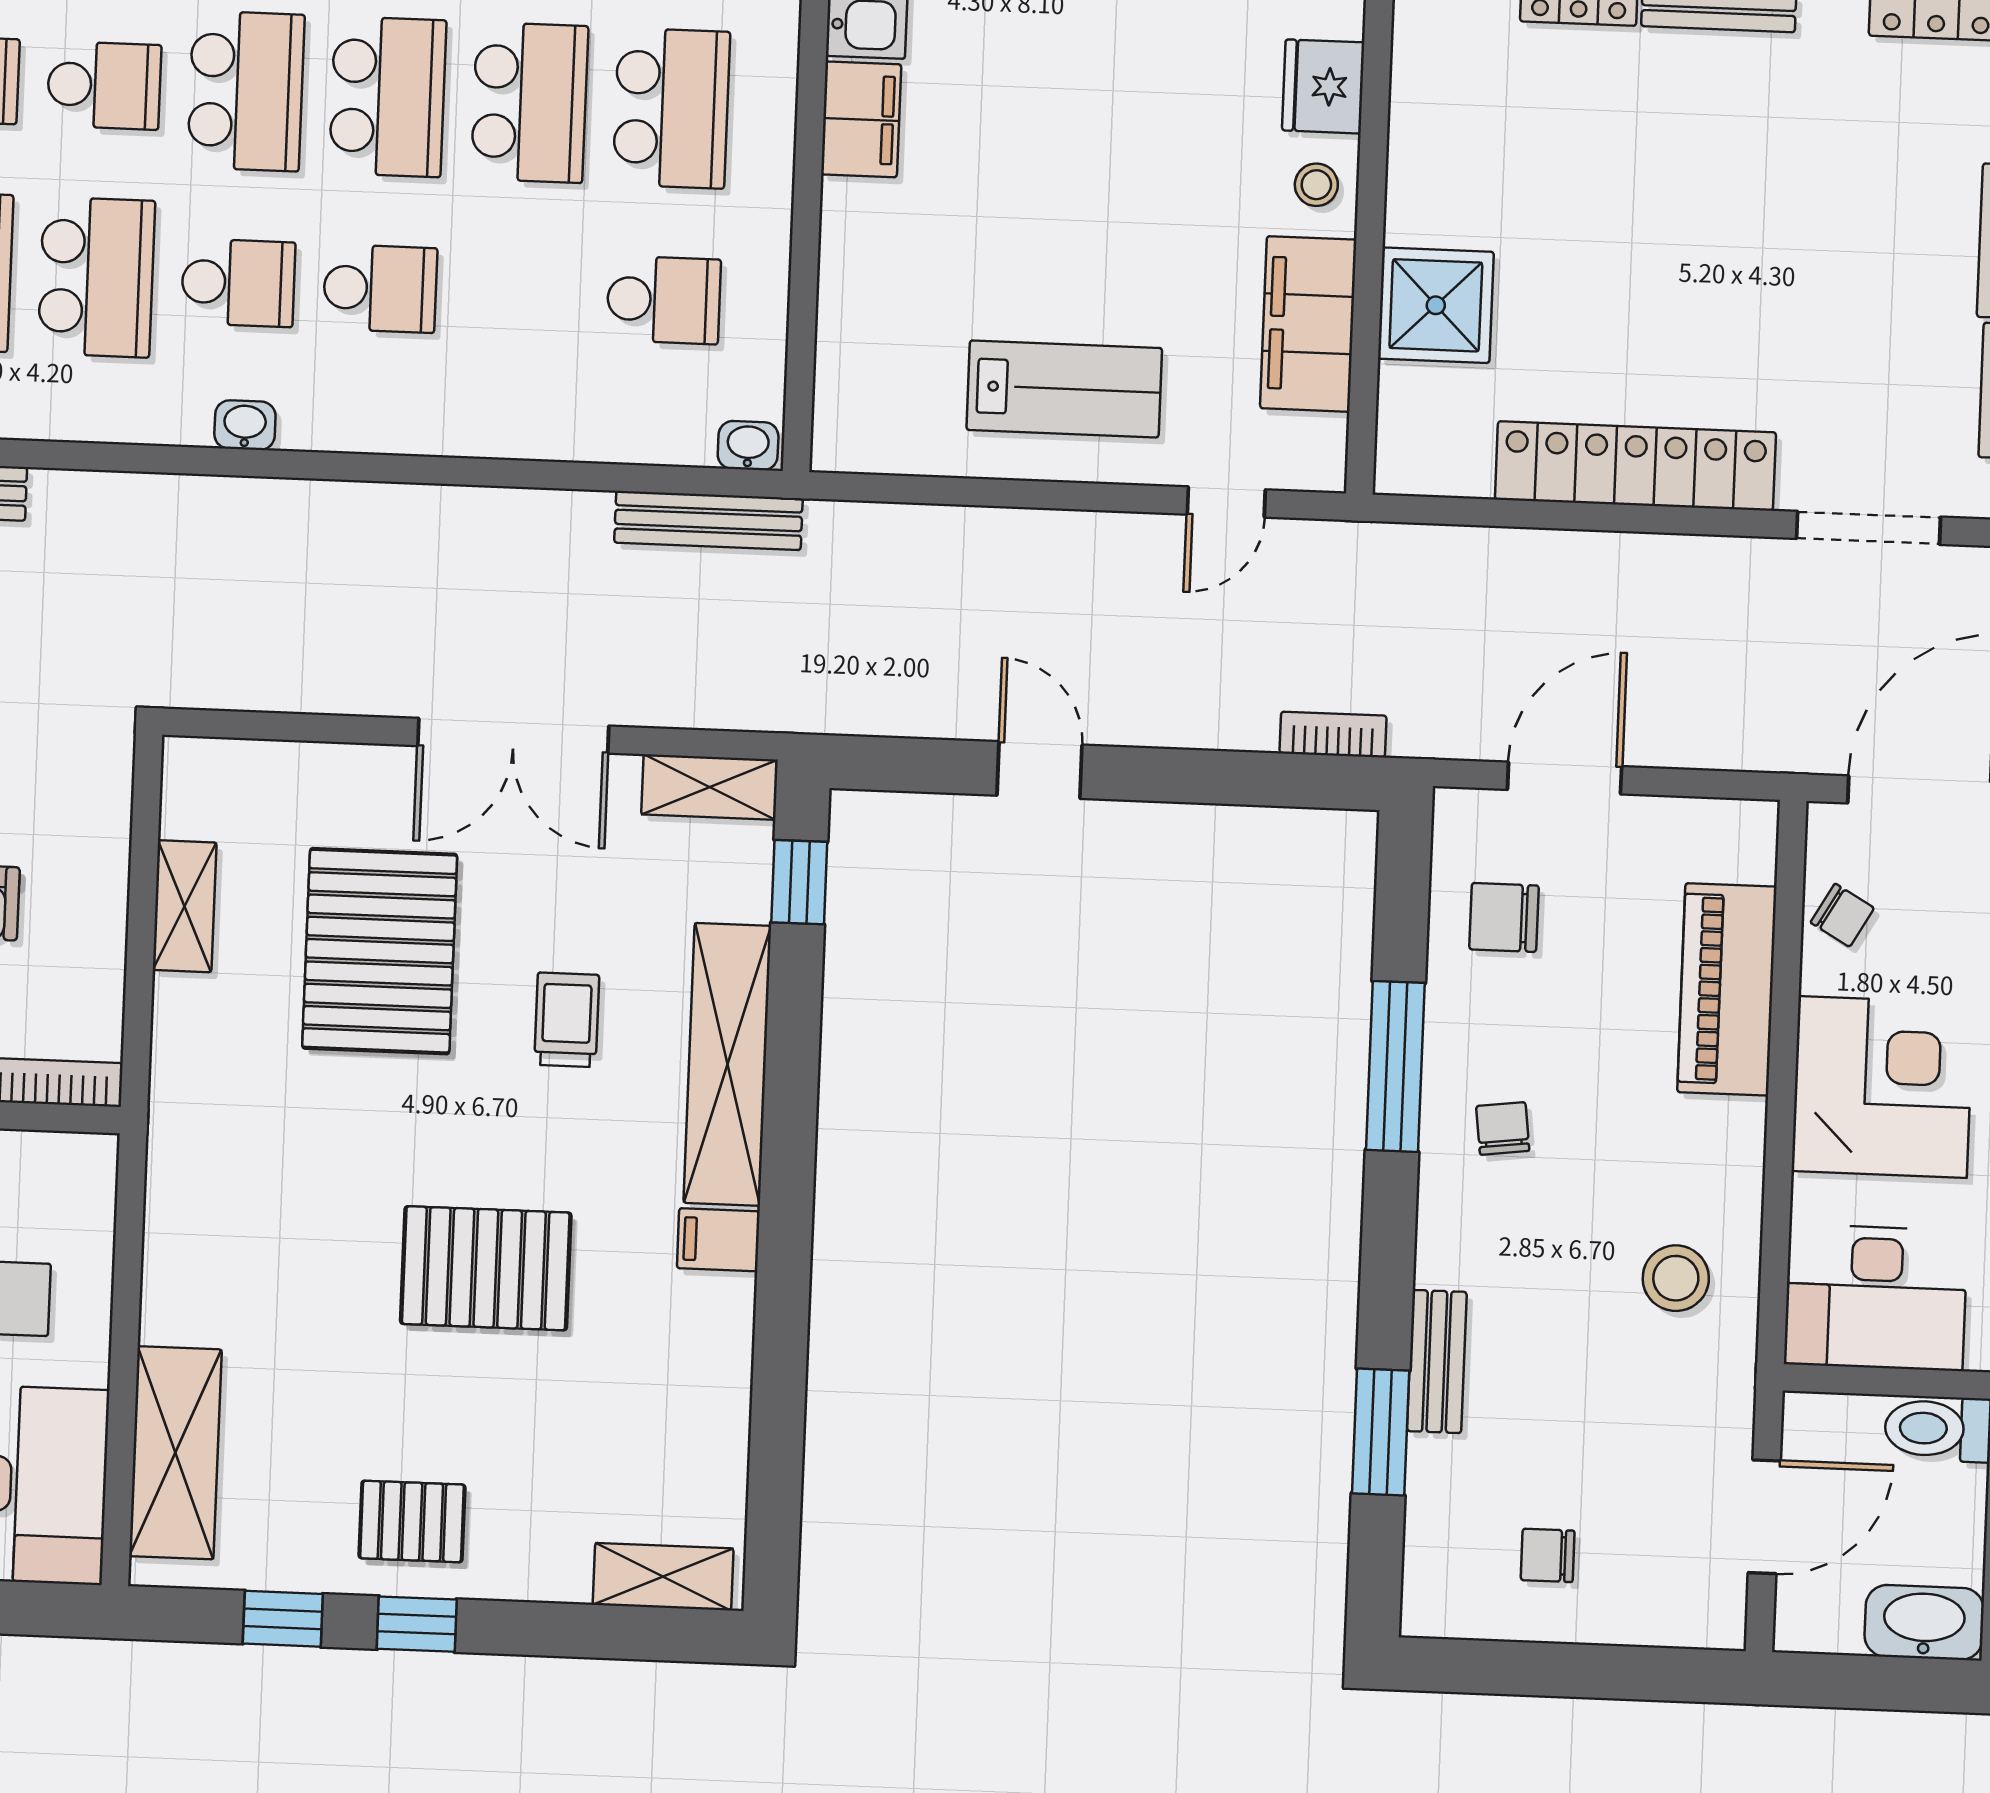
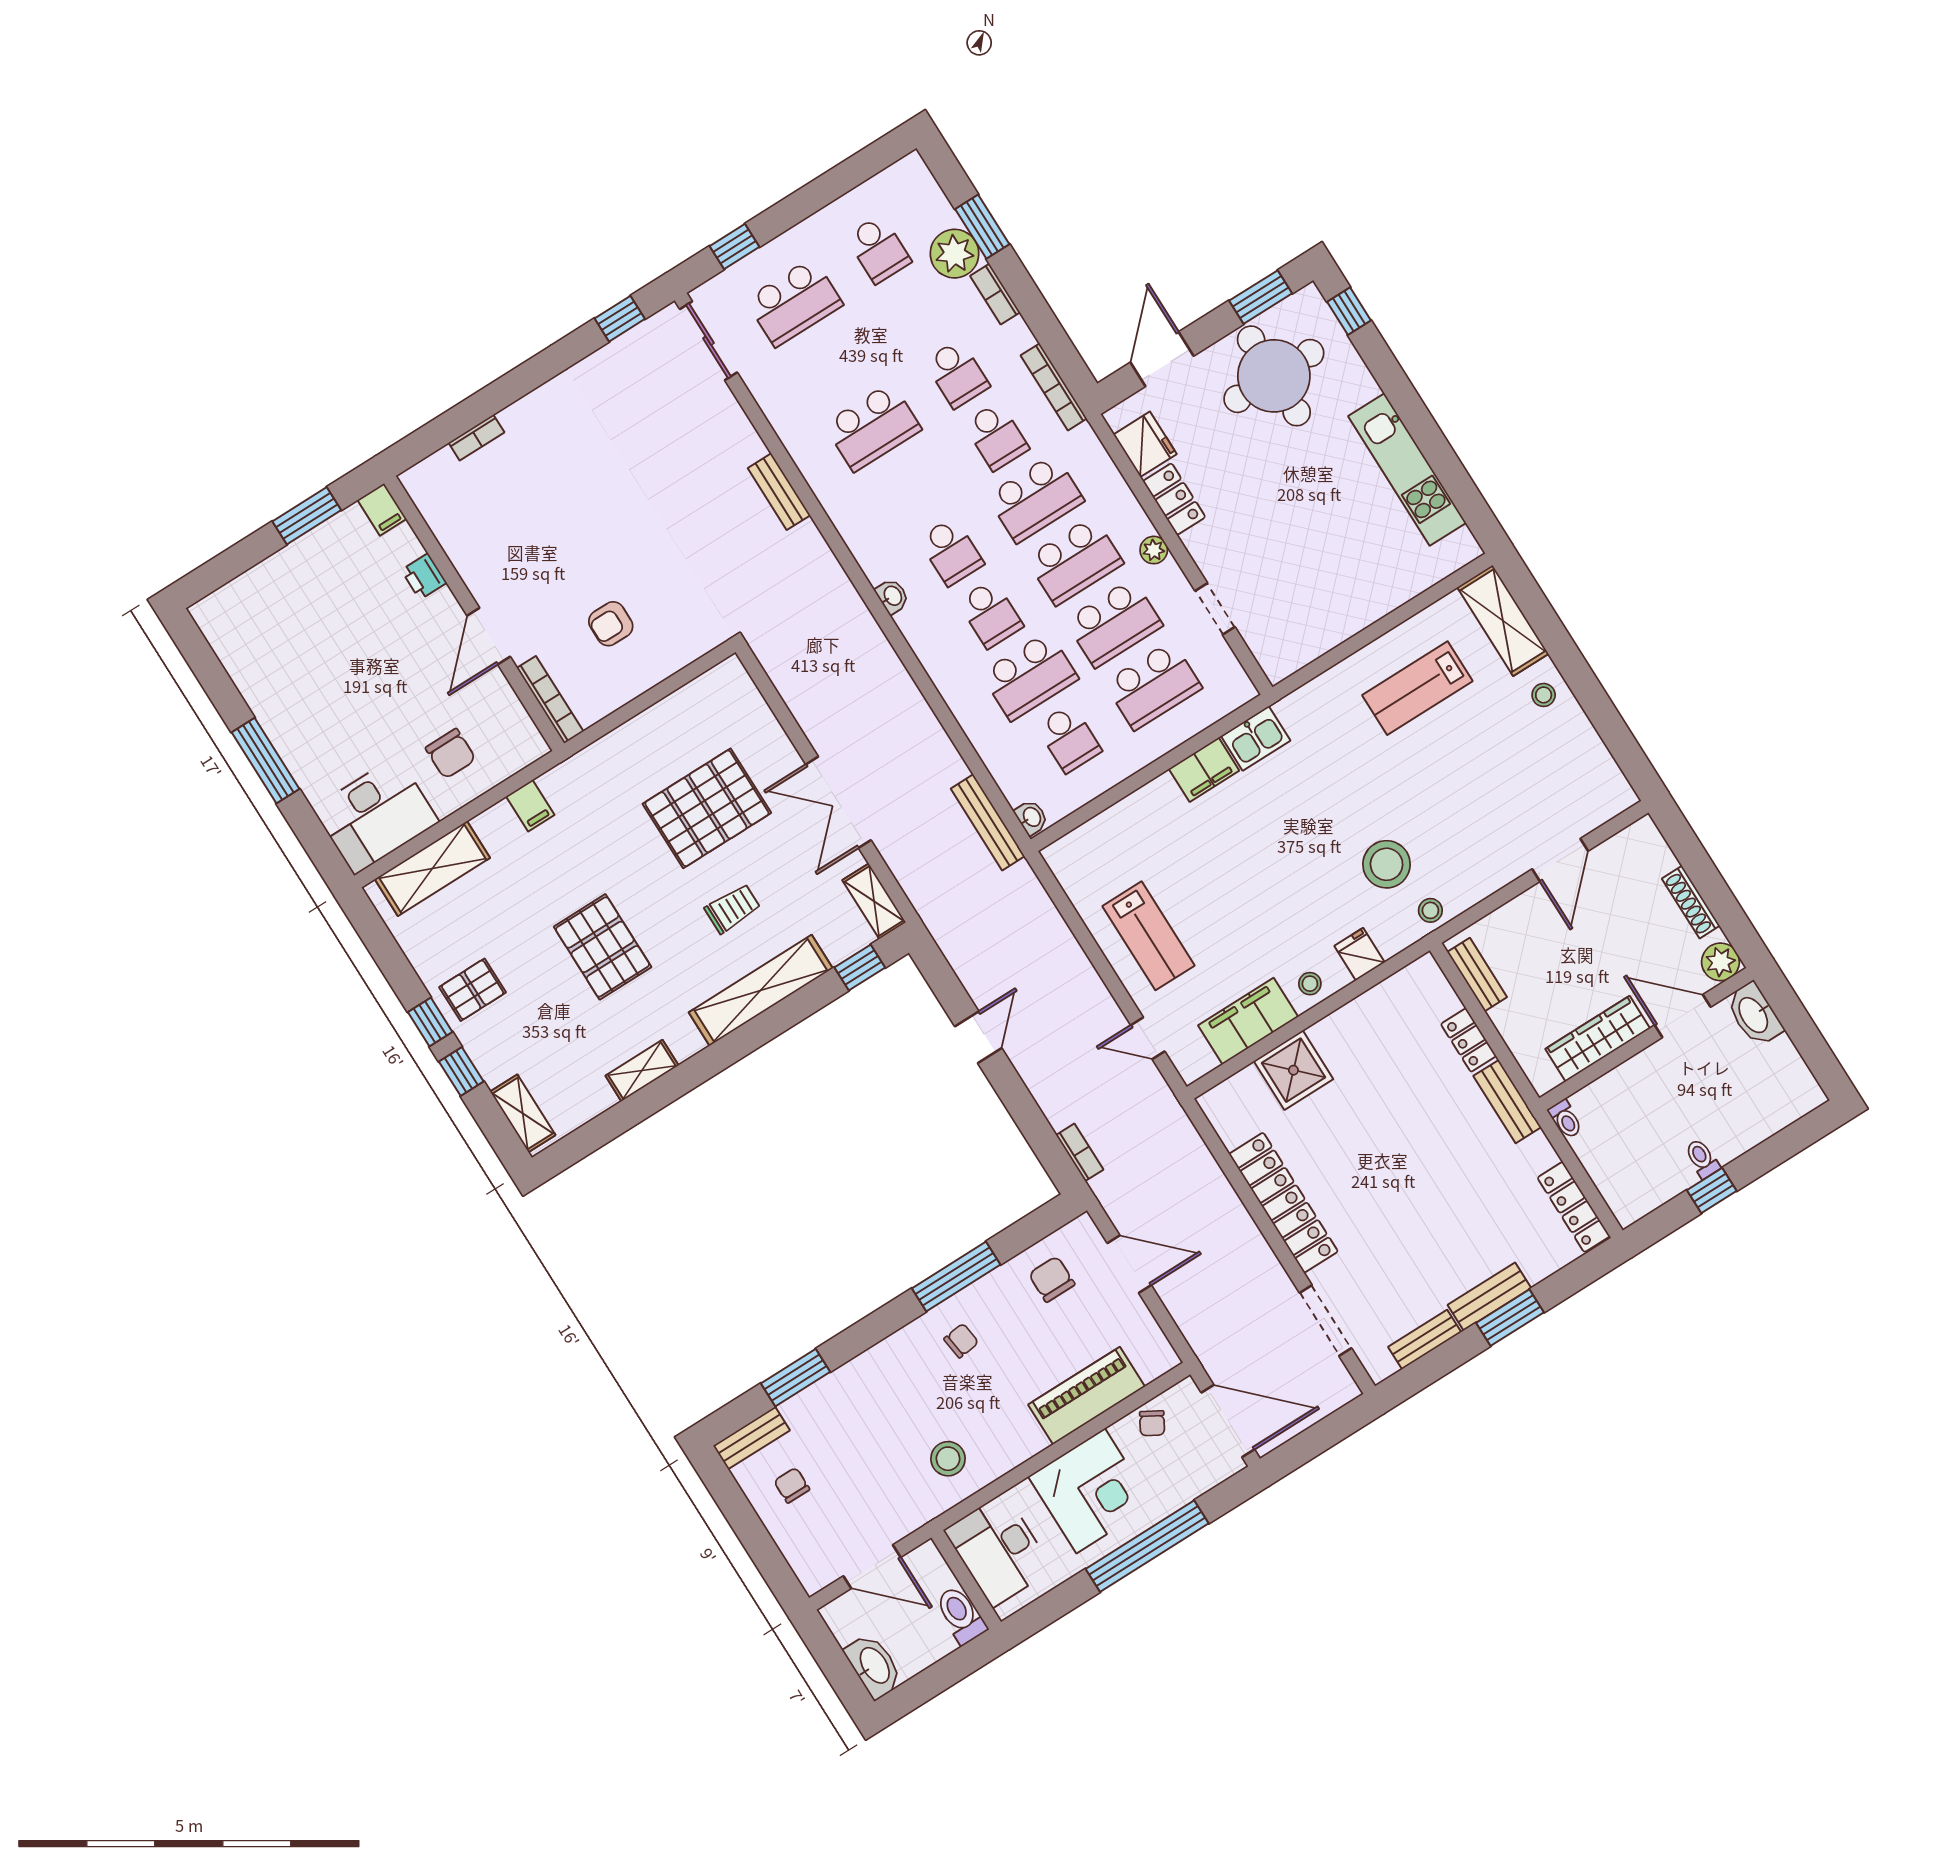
fridge: (1323, 86) -> (1360, 954), width x0.72
school desk: (96, 277) -> (1030, 676), moved
shelving: (185, 906) -> (642, 1071), moved
filing cabinet: (718, 1240) -> (530, 806), moved, turned 180
bench: (1437, 1361) -> (752, 1438), moved
pallet: (412, 1521) -> (473, 990), turned 90
window: (283, 1619) -> (461, 1072), moved

